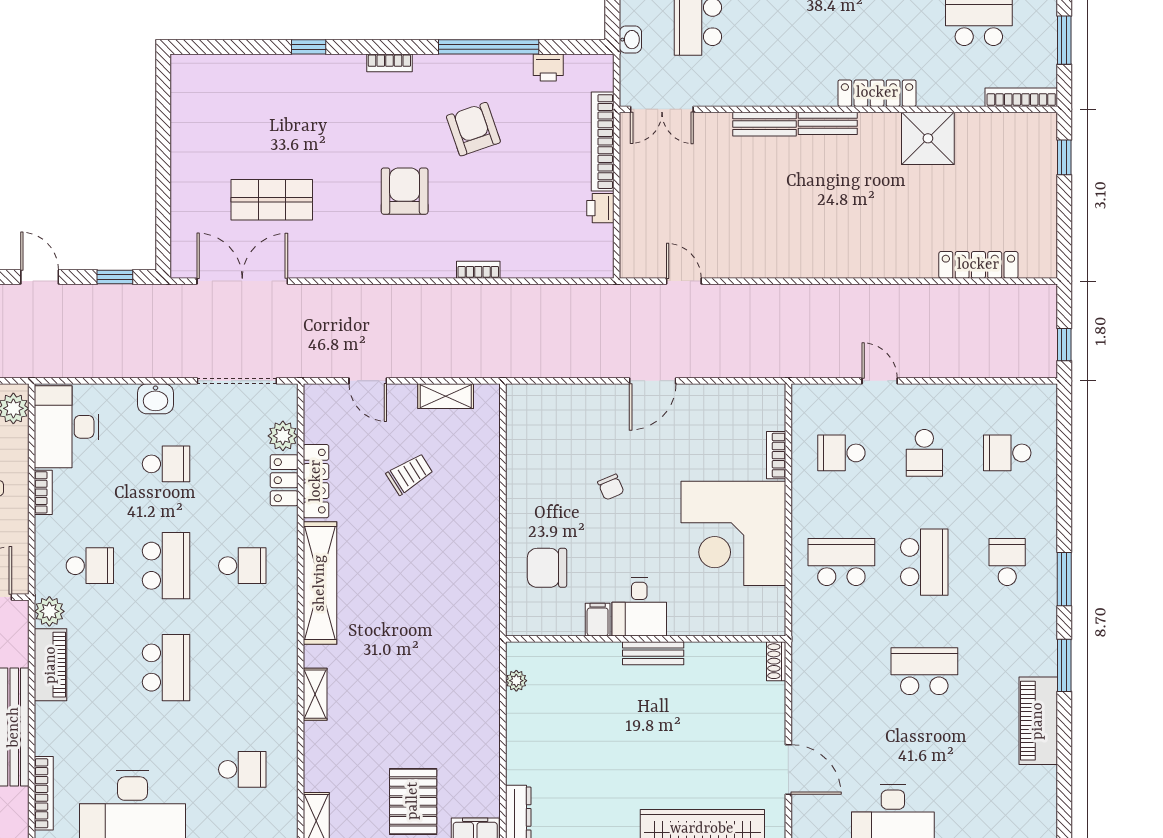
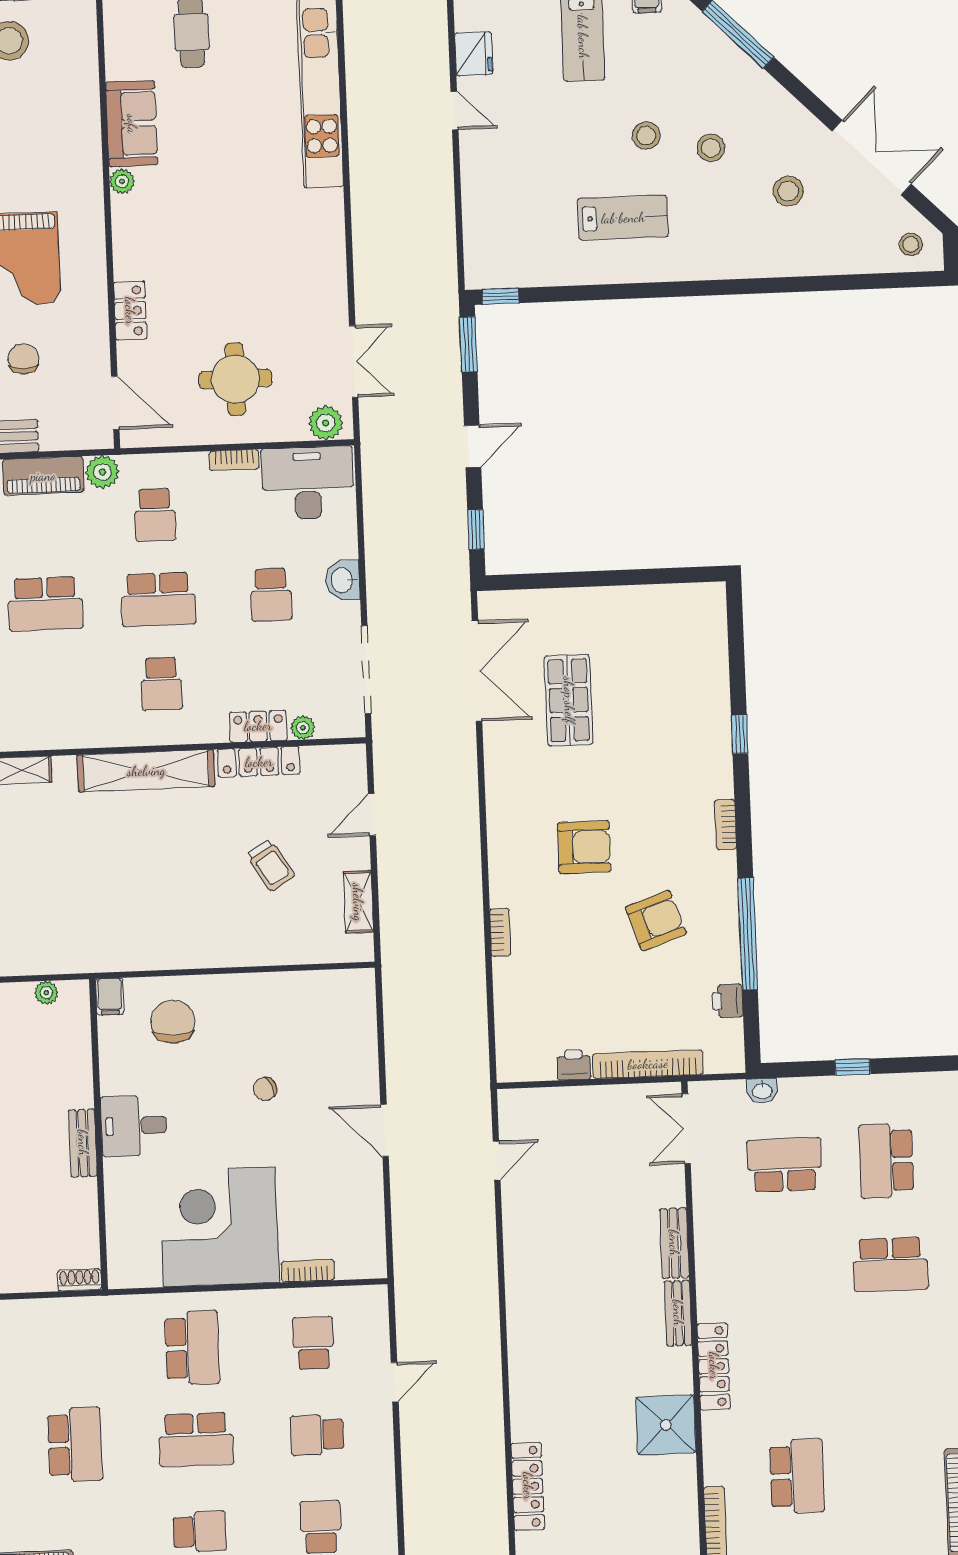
plant: (283, 436) -> (303, 728), width x0.73, depth x0.73
filing cabinet: (598, 620) -> (110, 997), moved, turned 90

